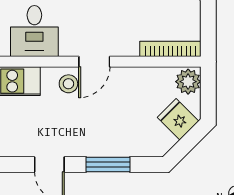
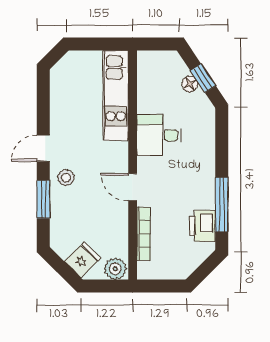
bookcase: (170, 49) -> (144, 234), moved
stool: (68, 84) -> (66, 178), moved

